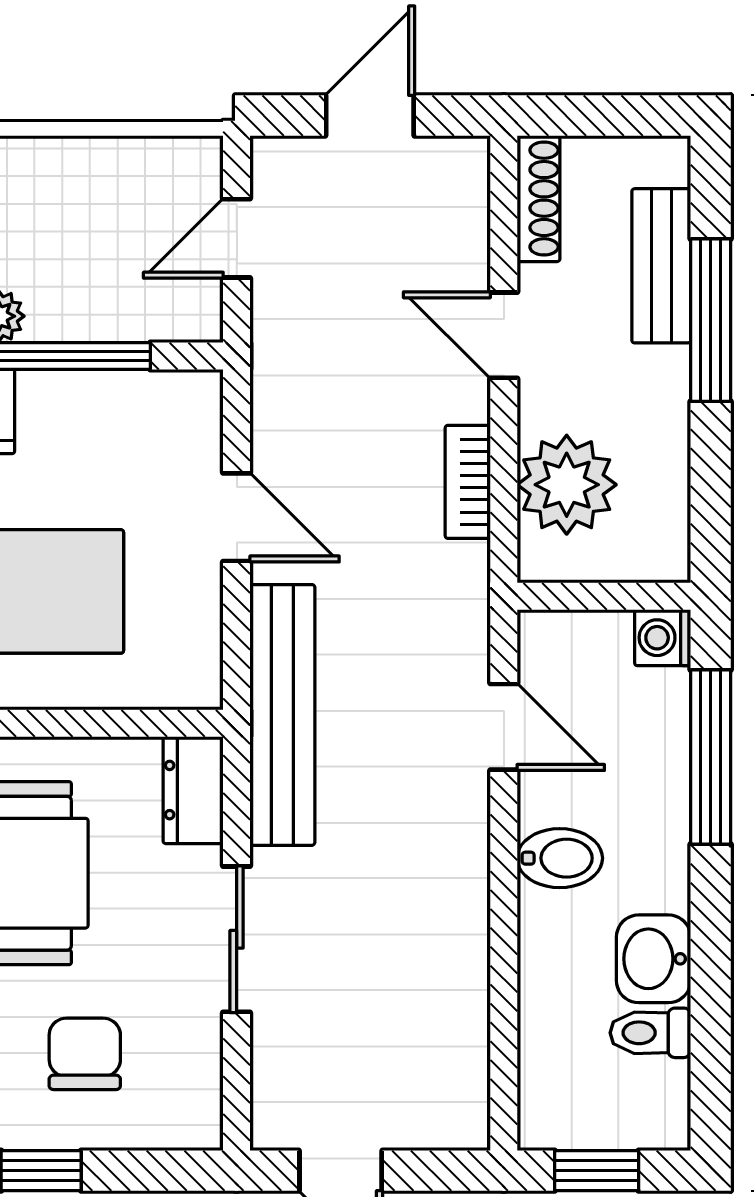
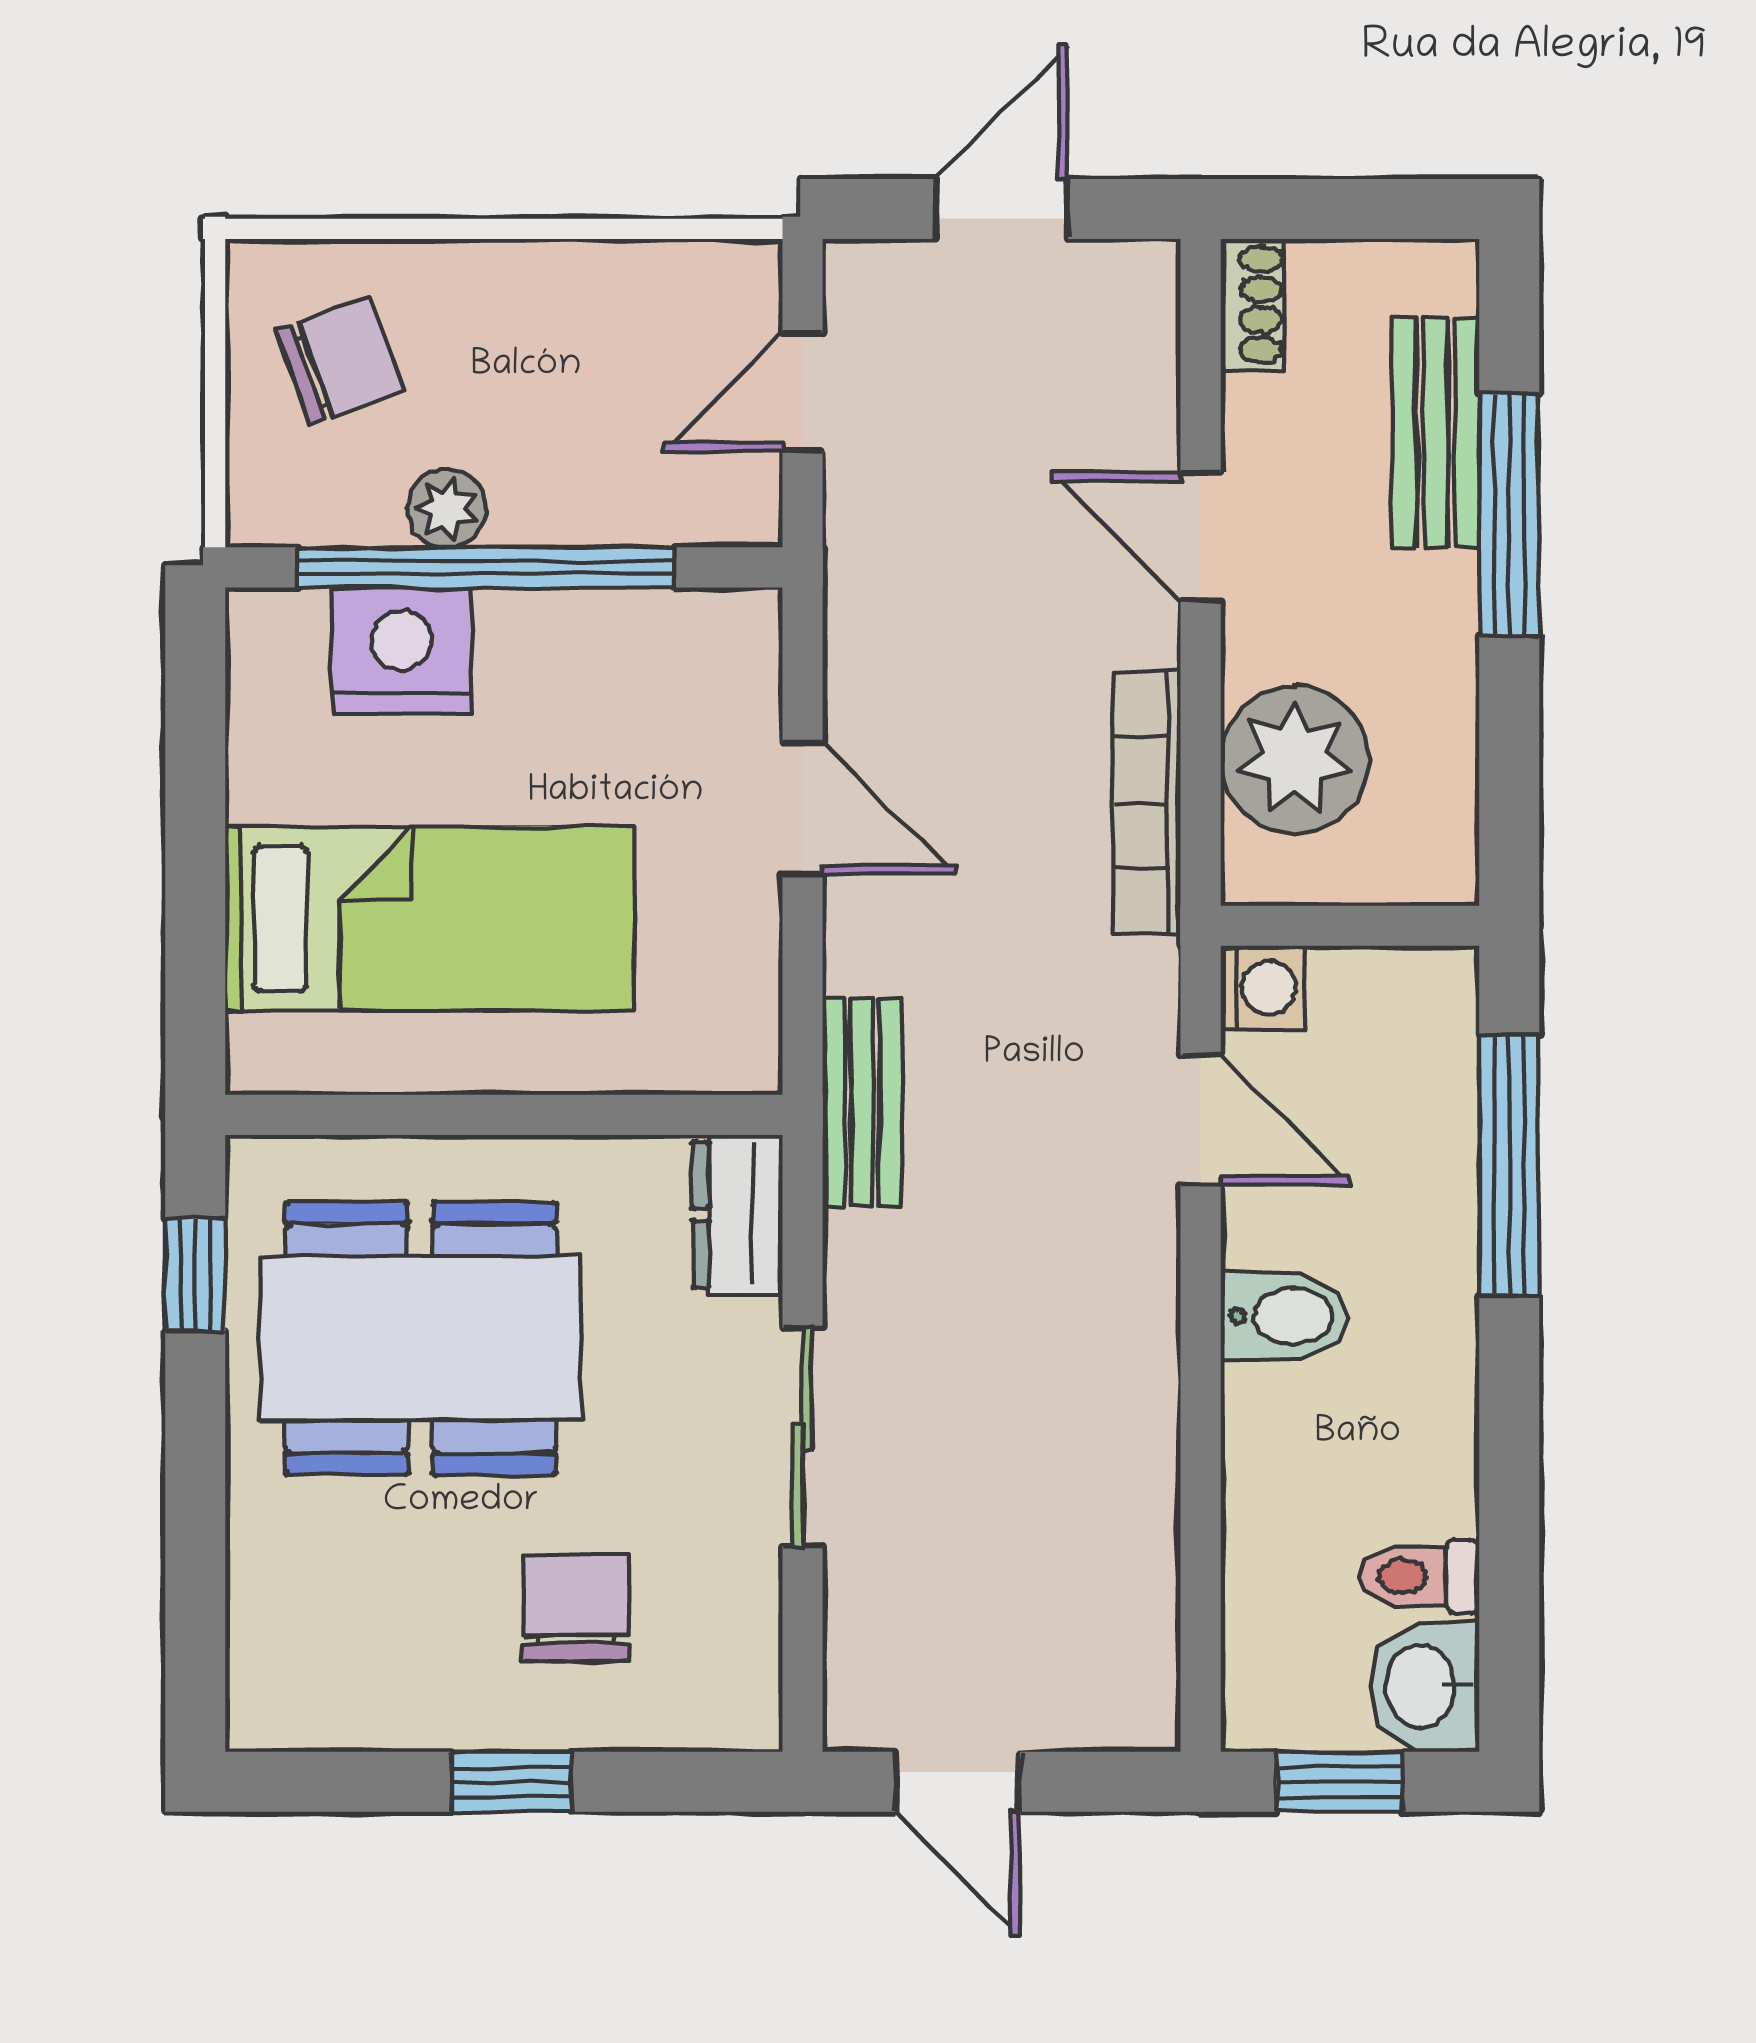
shoe rack: (538, 199) -> (1253, 305), width x0.70
bookcase: (468, 482) -> (1147, 803), width x1.56
washing machine: (663, 638) -> (1262, 987), moved, turned 180
bench: (282, 715) -> (862, 1102), width x0.54, depth x0.82
washbasin: (654, 959) -> (1424, 1687), moved

